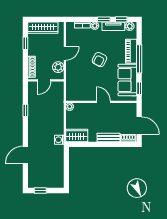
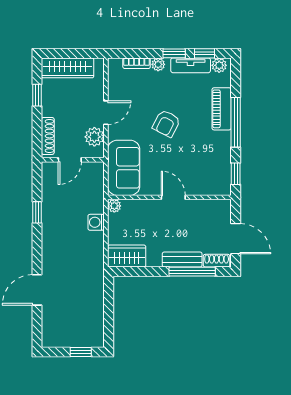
sofa: (127, 80) -> (124, 168), moved, turned 180
washing machine: (59, 140) -> (96, 222), moved
window: (114, 144) -> (192, 272), added
window: (40, 190) -> (81, 352), moved

